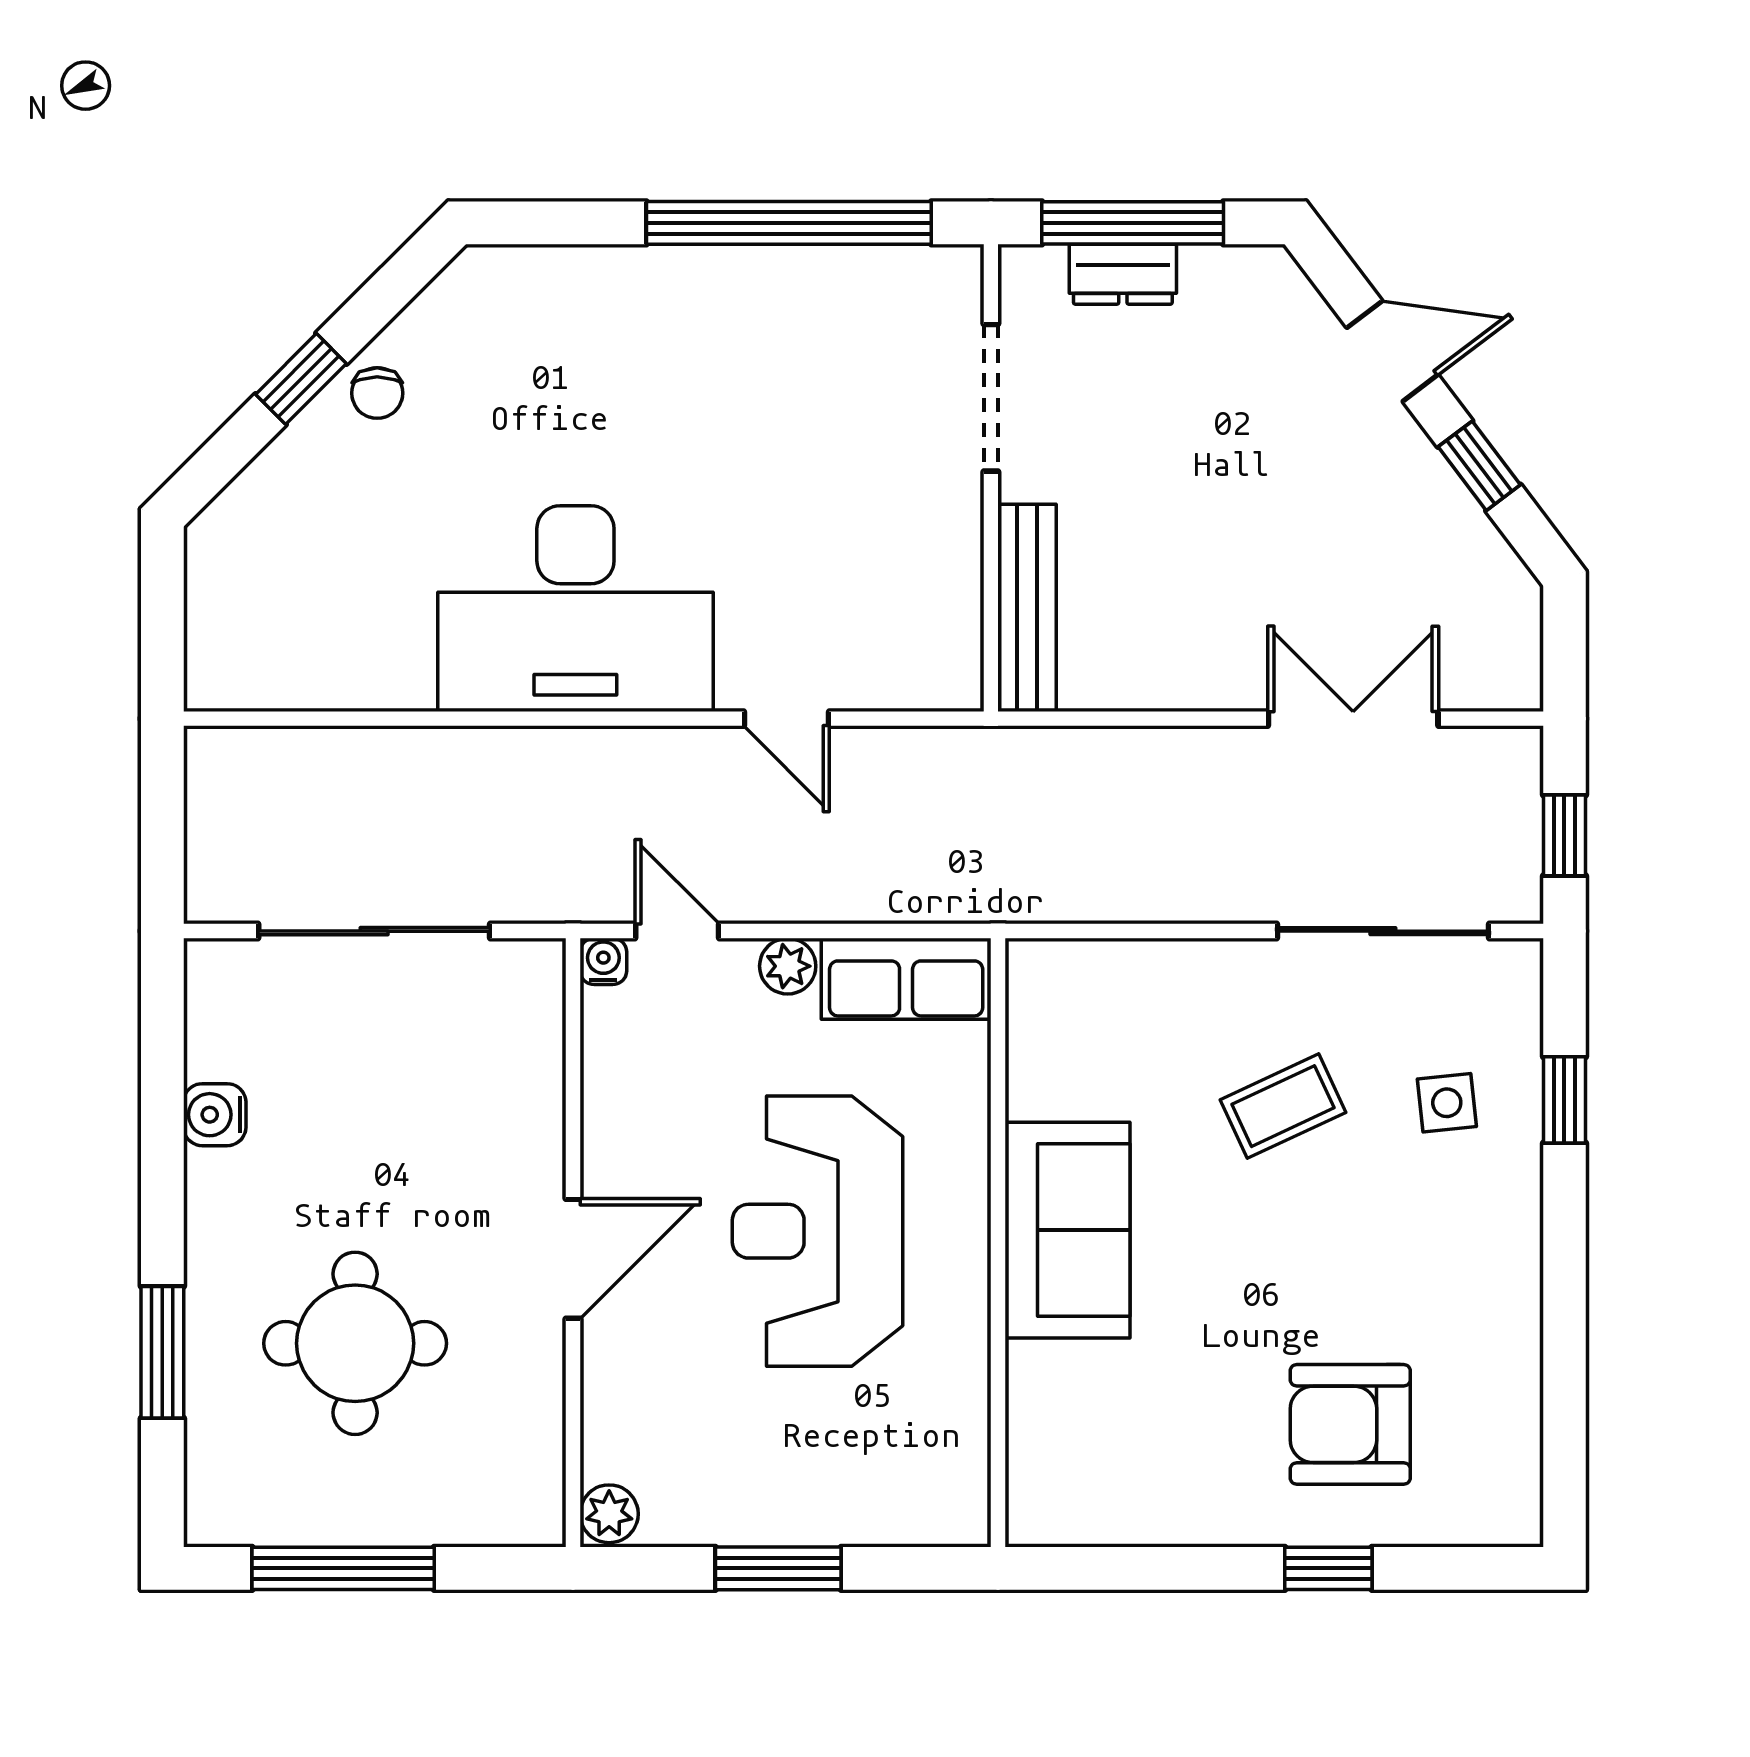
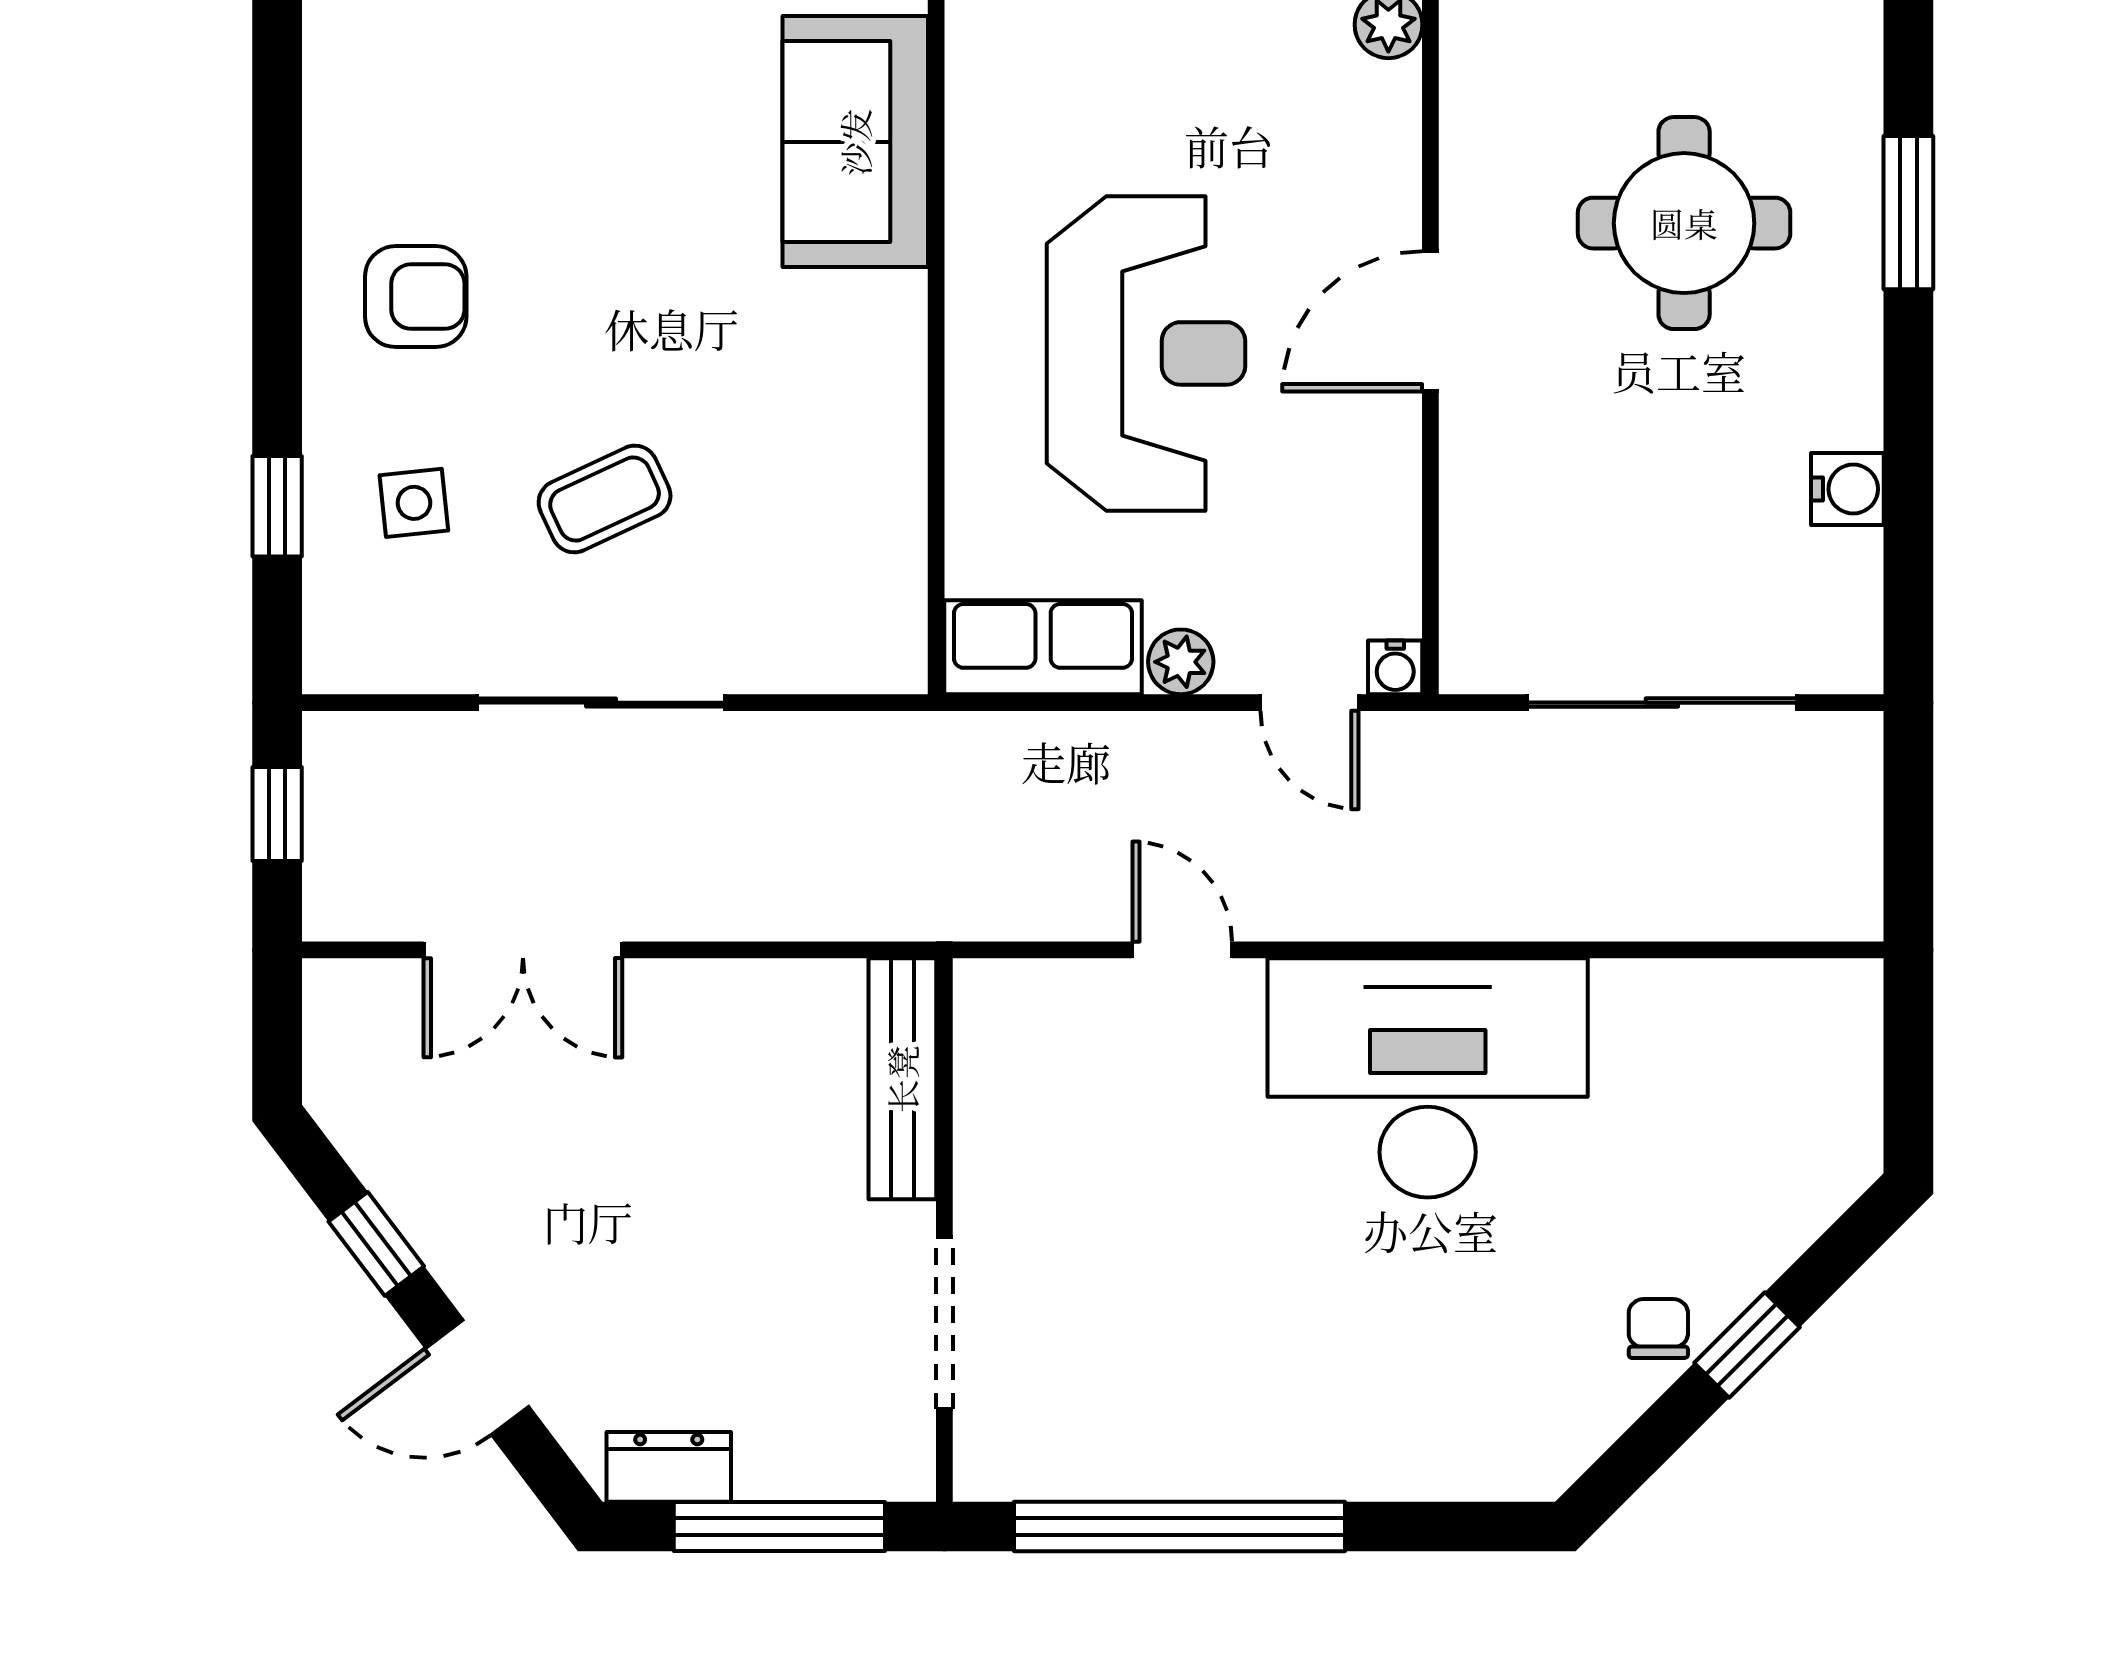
dresser: (1123, 274) -> (669, 1467), moved
sliding door: (1383, 931) -> (601, 703), moved
sofa: (1068, 1230) -> (855, 142), moved
armchair: (1350, 1424) -> (416, 297), moved, width x0.72, depth x0.72

